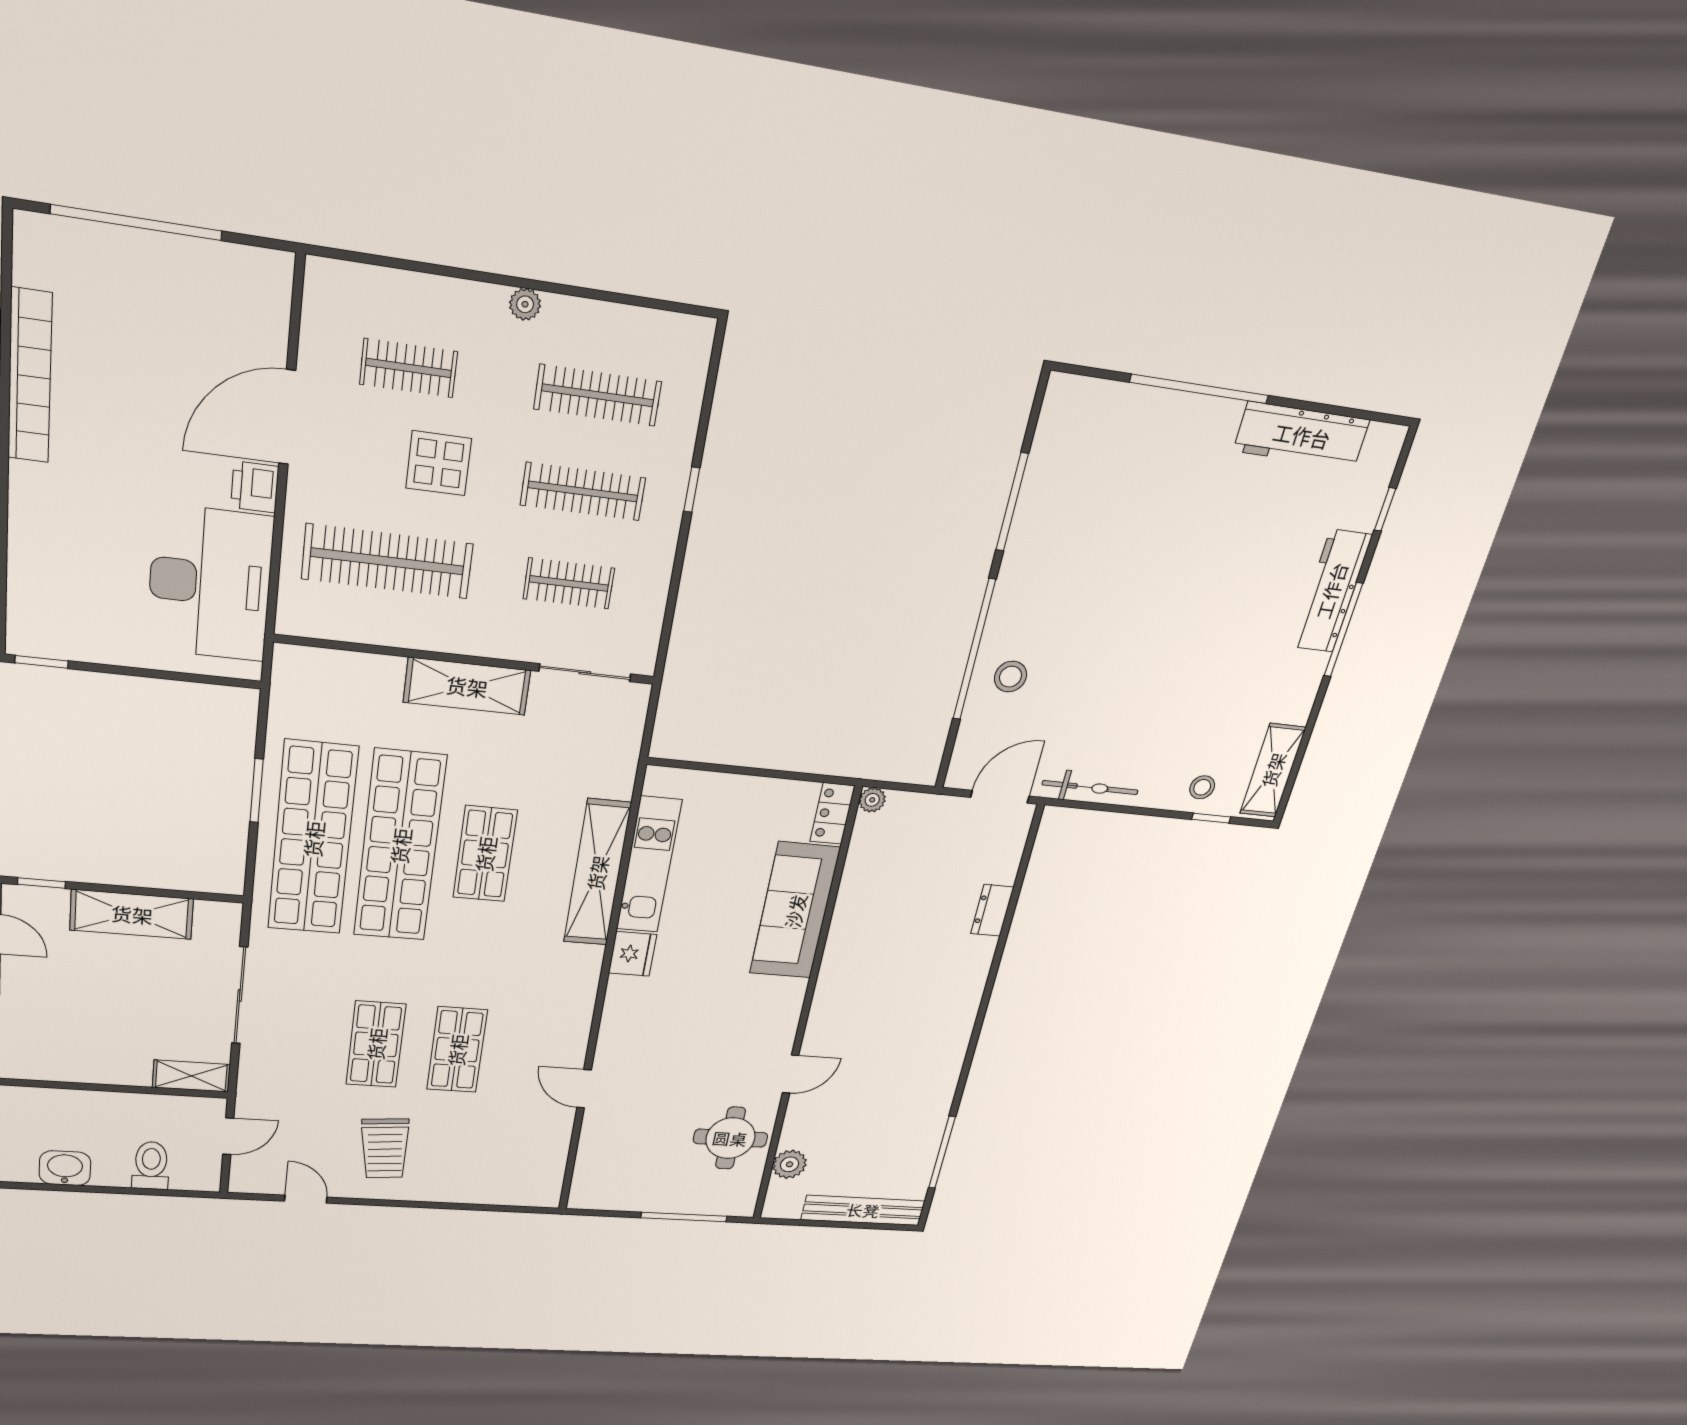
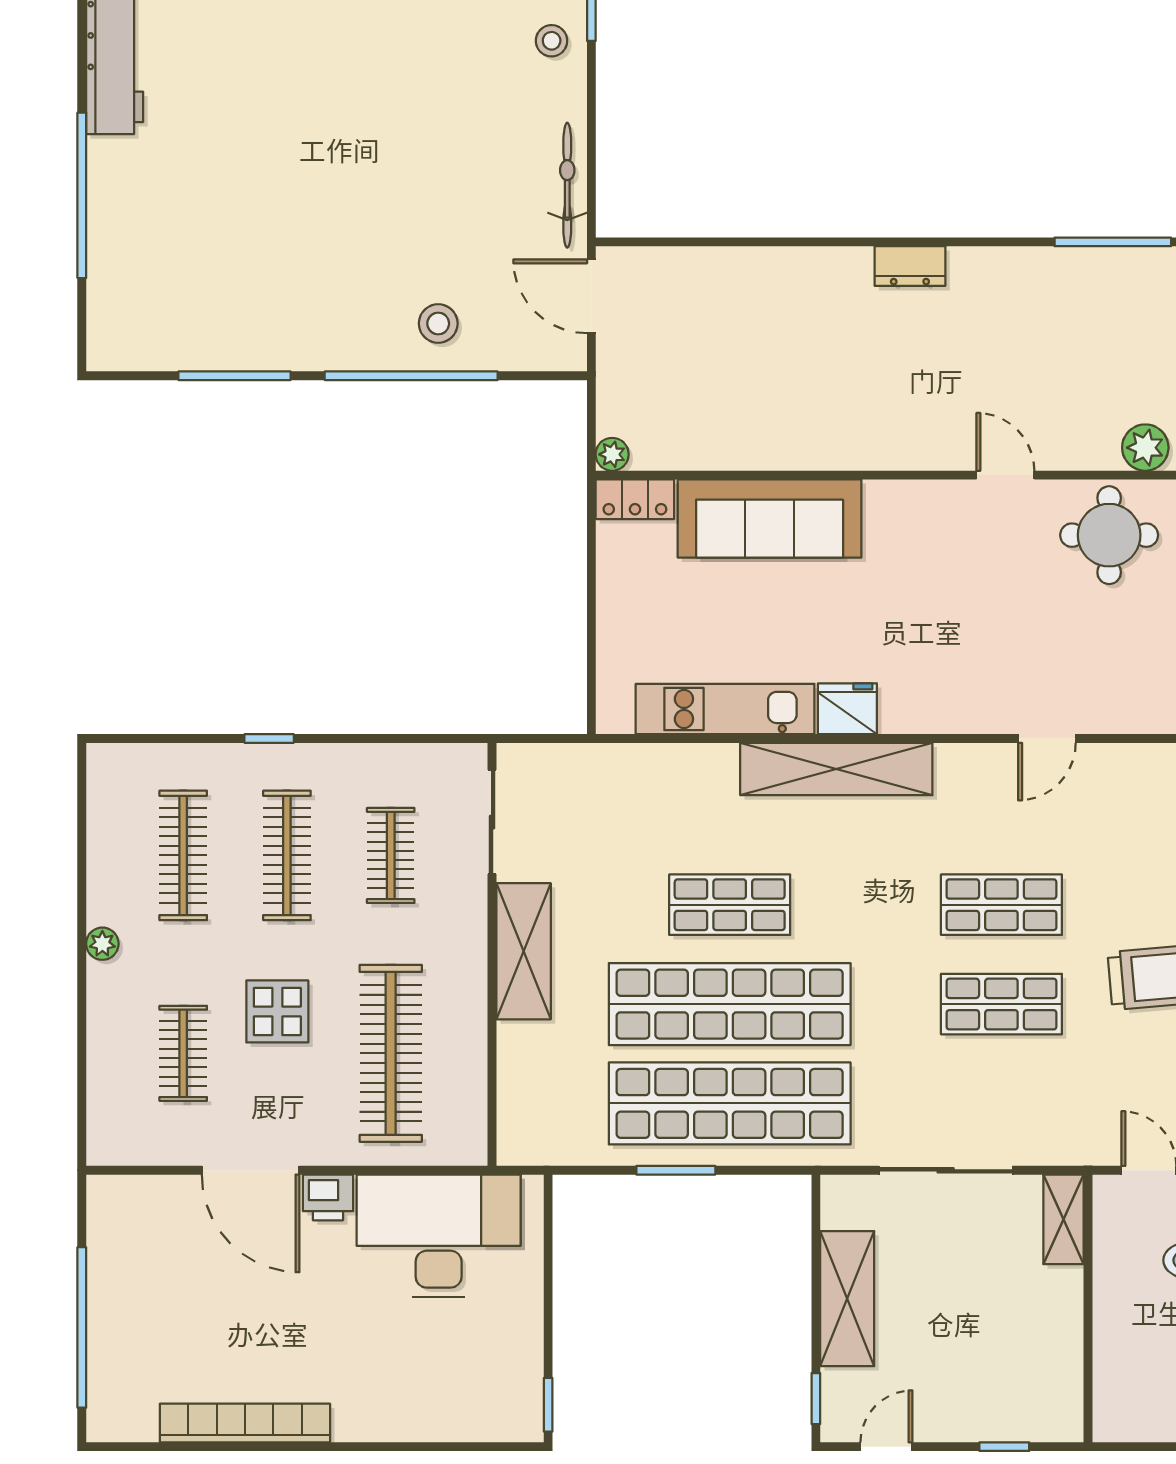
shelving: (597, 873) -> (836, 769), moved
dresser: (992, 910) -> (910, 266), moved

